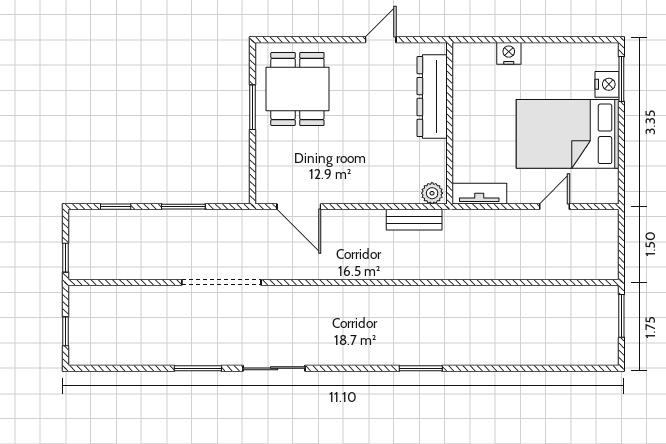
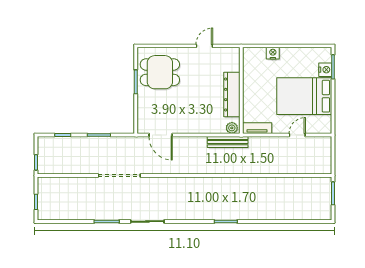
dining table: (297, 89) -> (160, 72), turned 90
dresser: (432, 97) -> (232, 94), moved
bench: (414, 220) -> (228, 142), width x1.36

